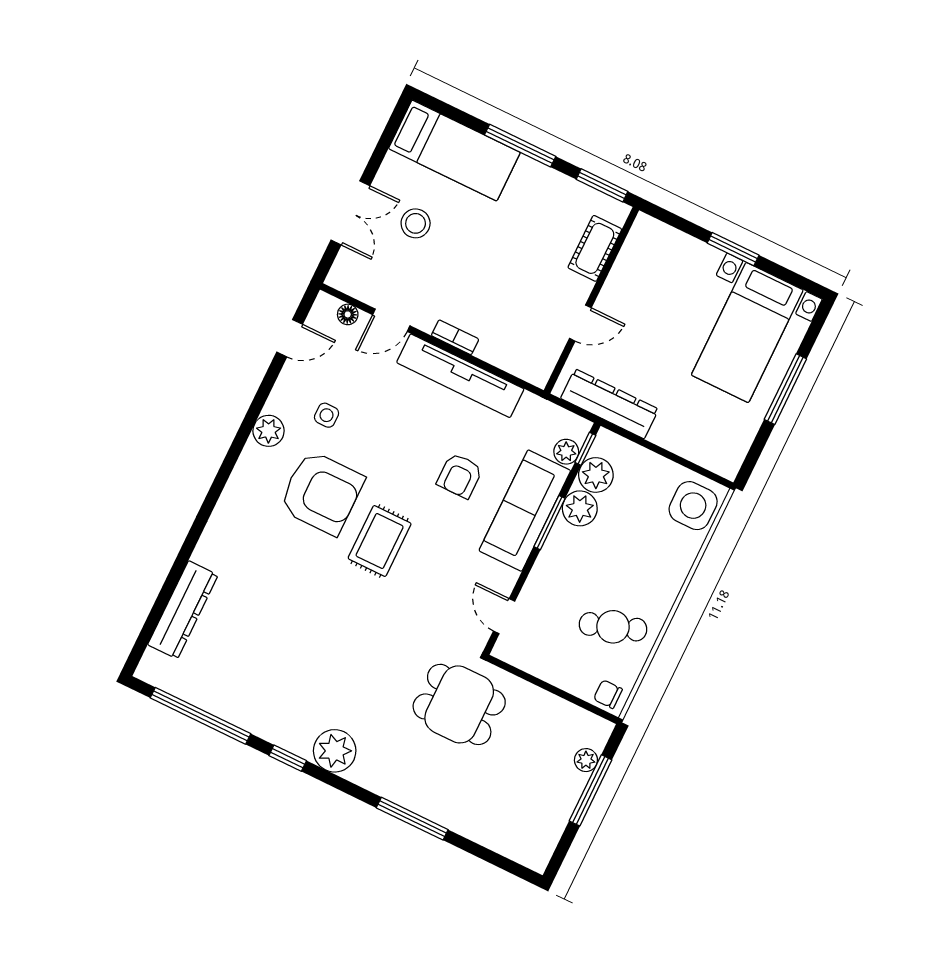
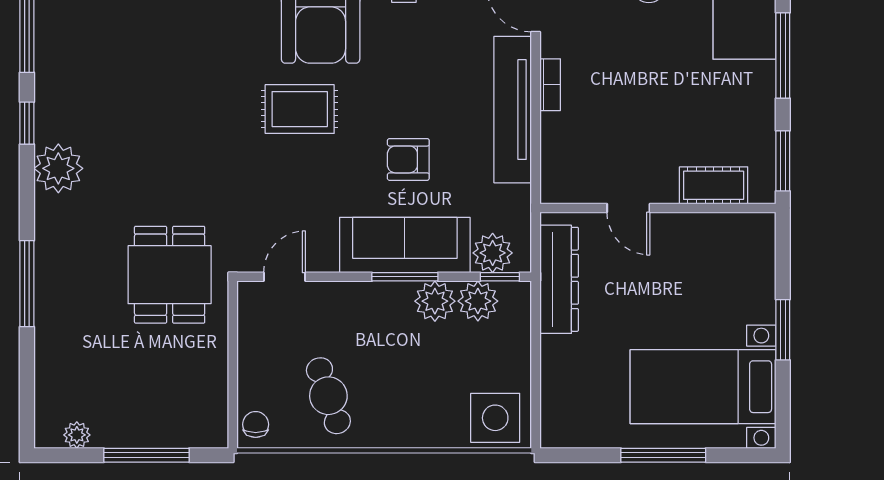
plant: (566, 452) -> (493, 253), width x1.38, depth x1.38
plant: (586, 760) -> (77, 435), moved

